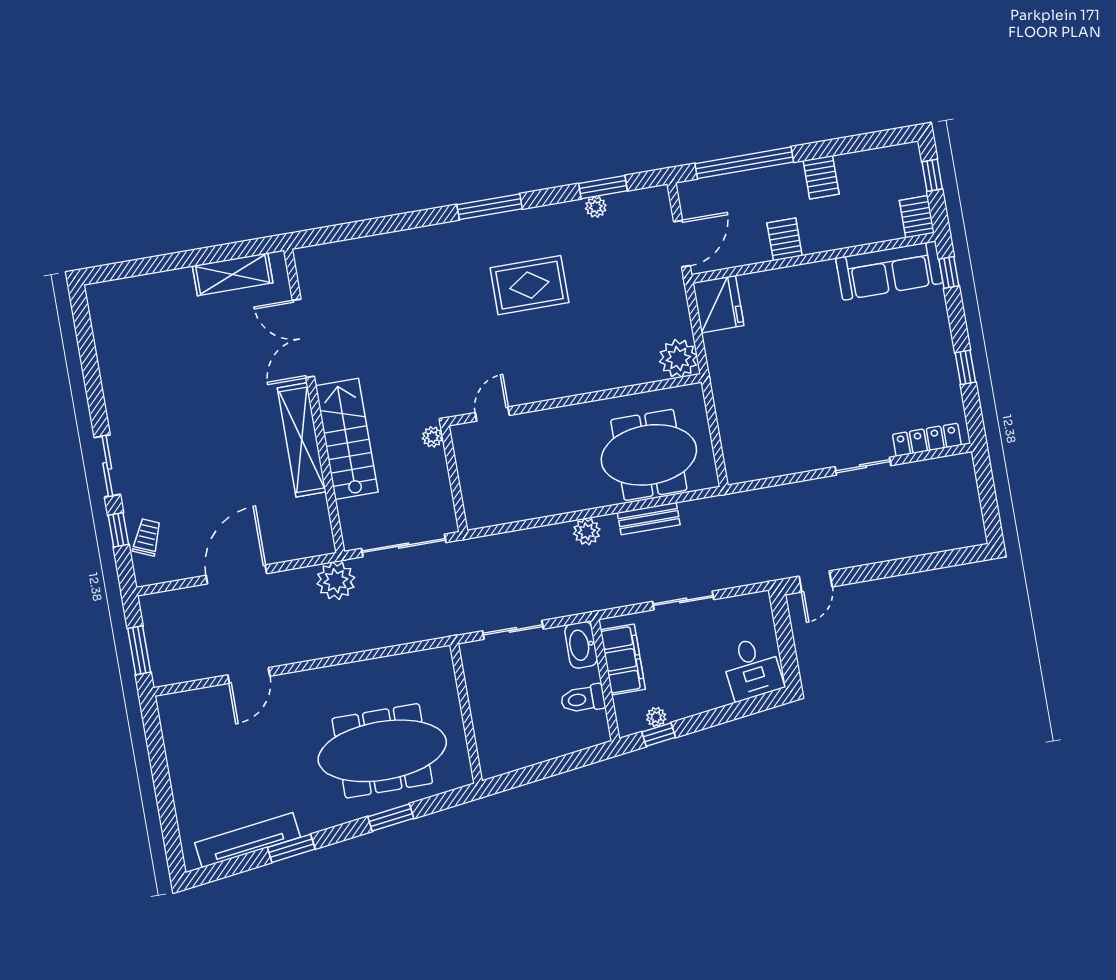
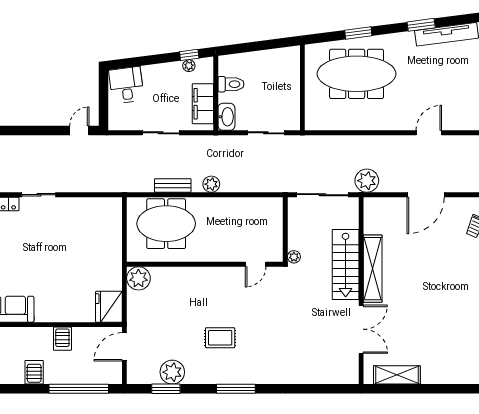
plant: (596, 207) -> (172, 372), width x1.87, depth x1.87
rug: (529, 285) -> (220, 338), width x0.73, depth x0.70

